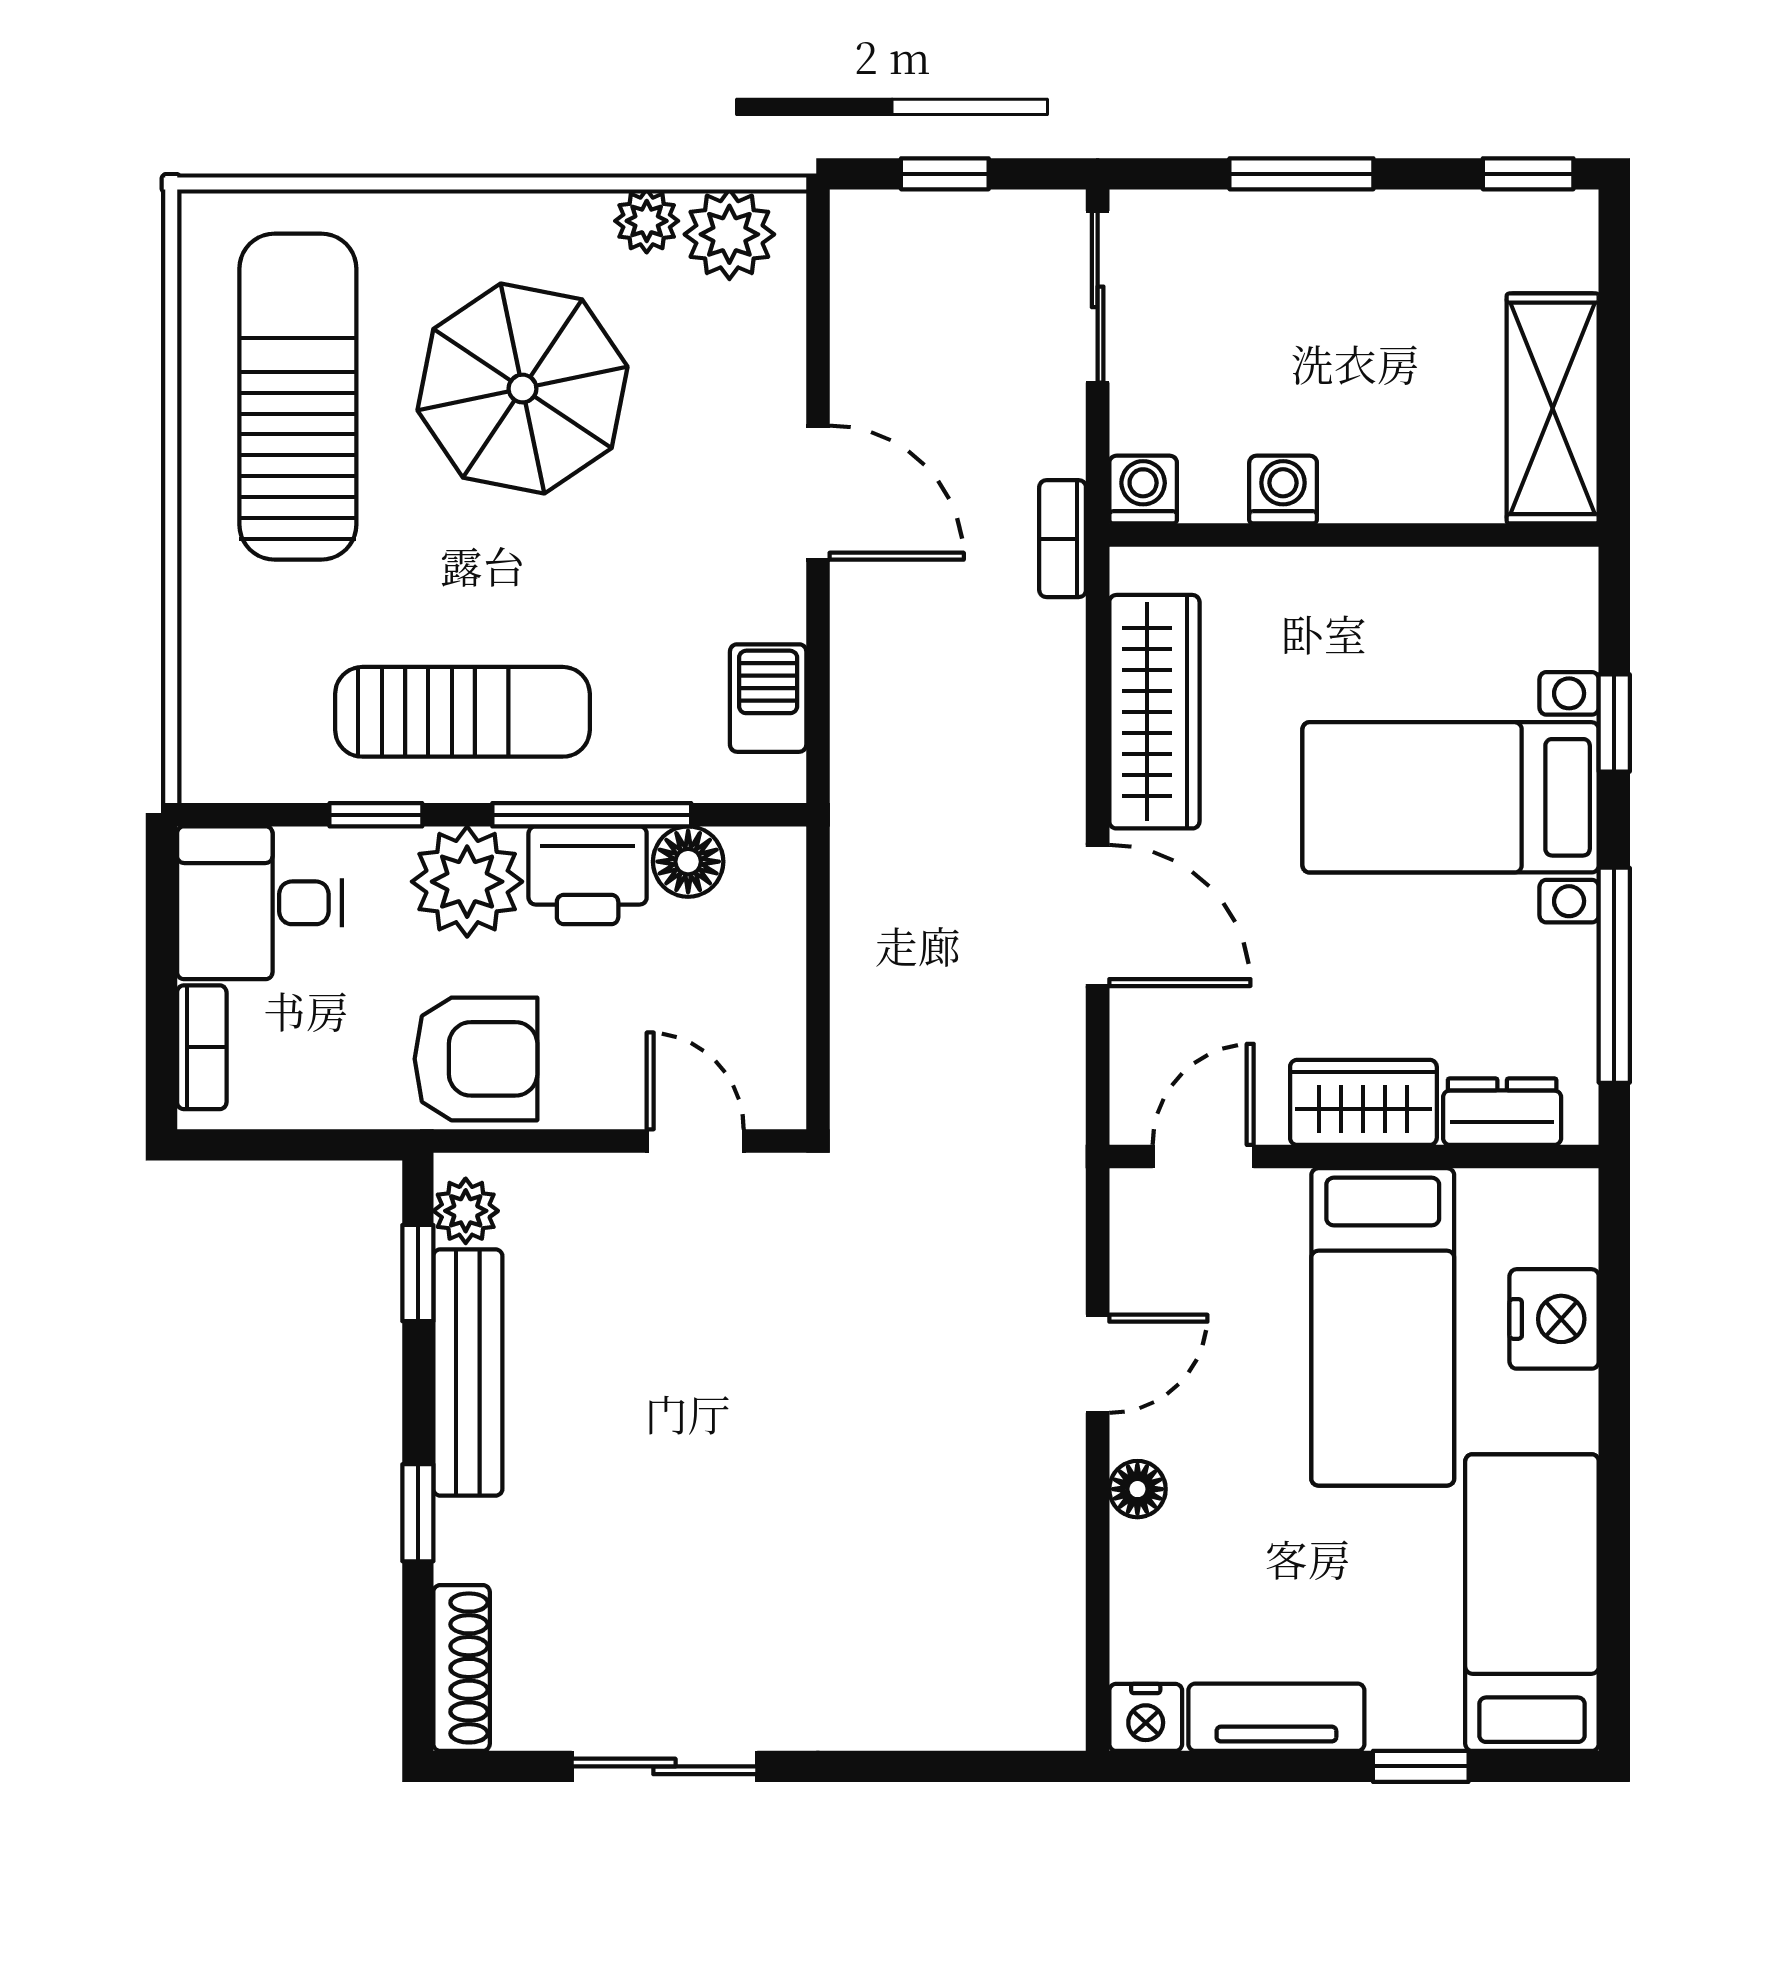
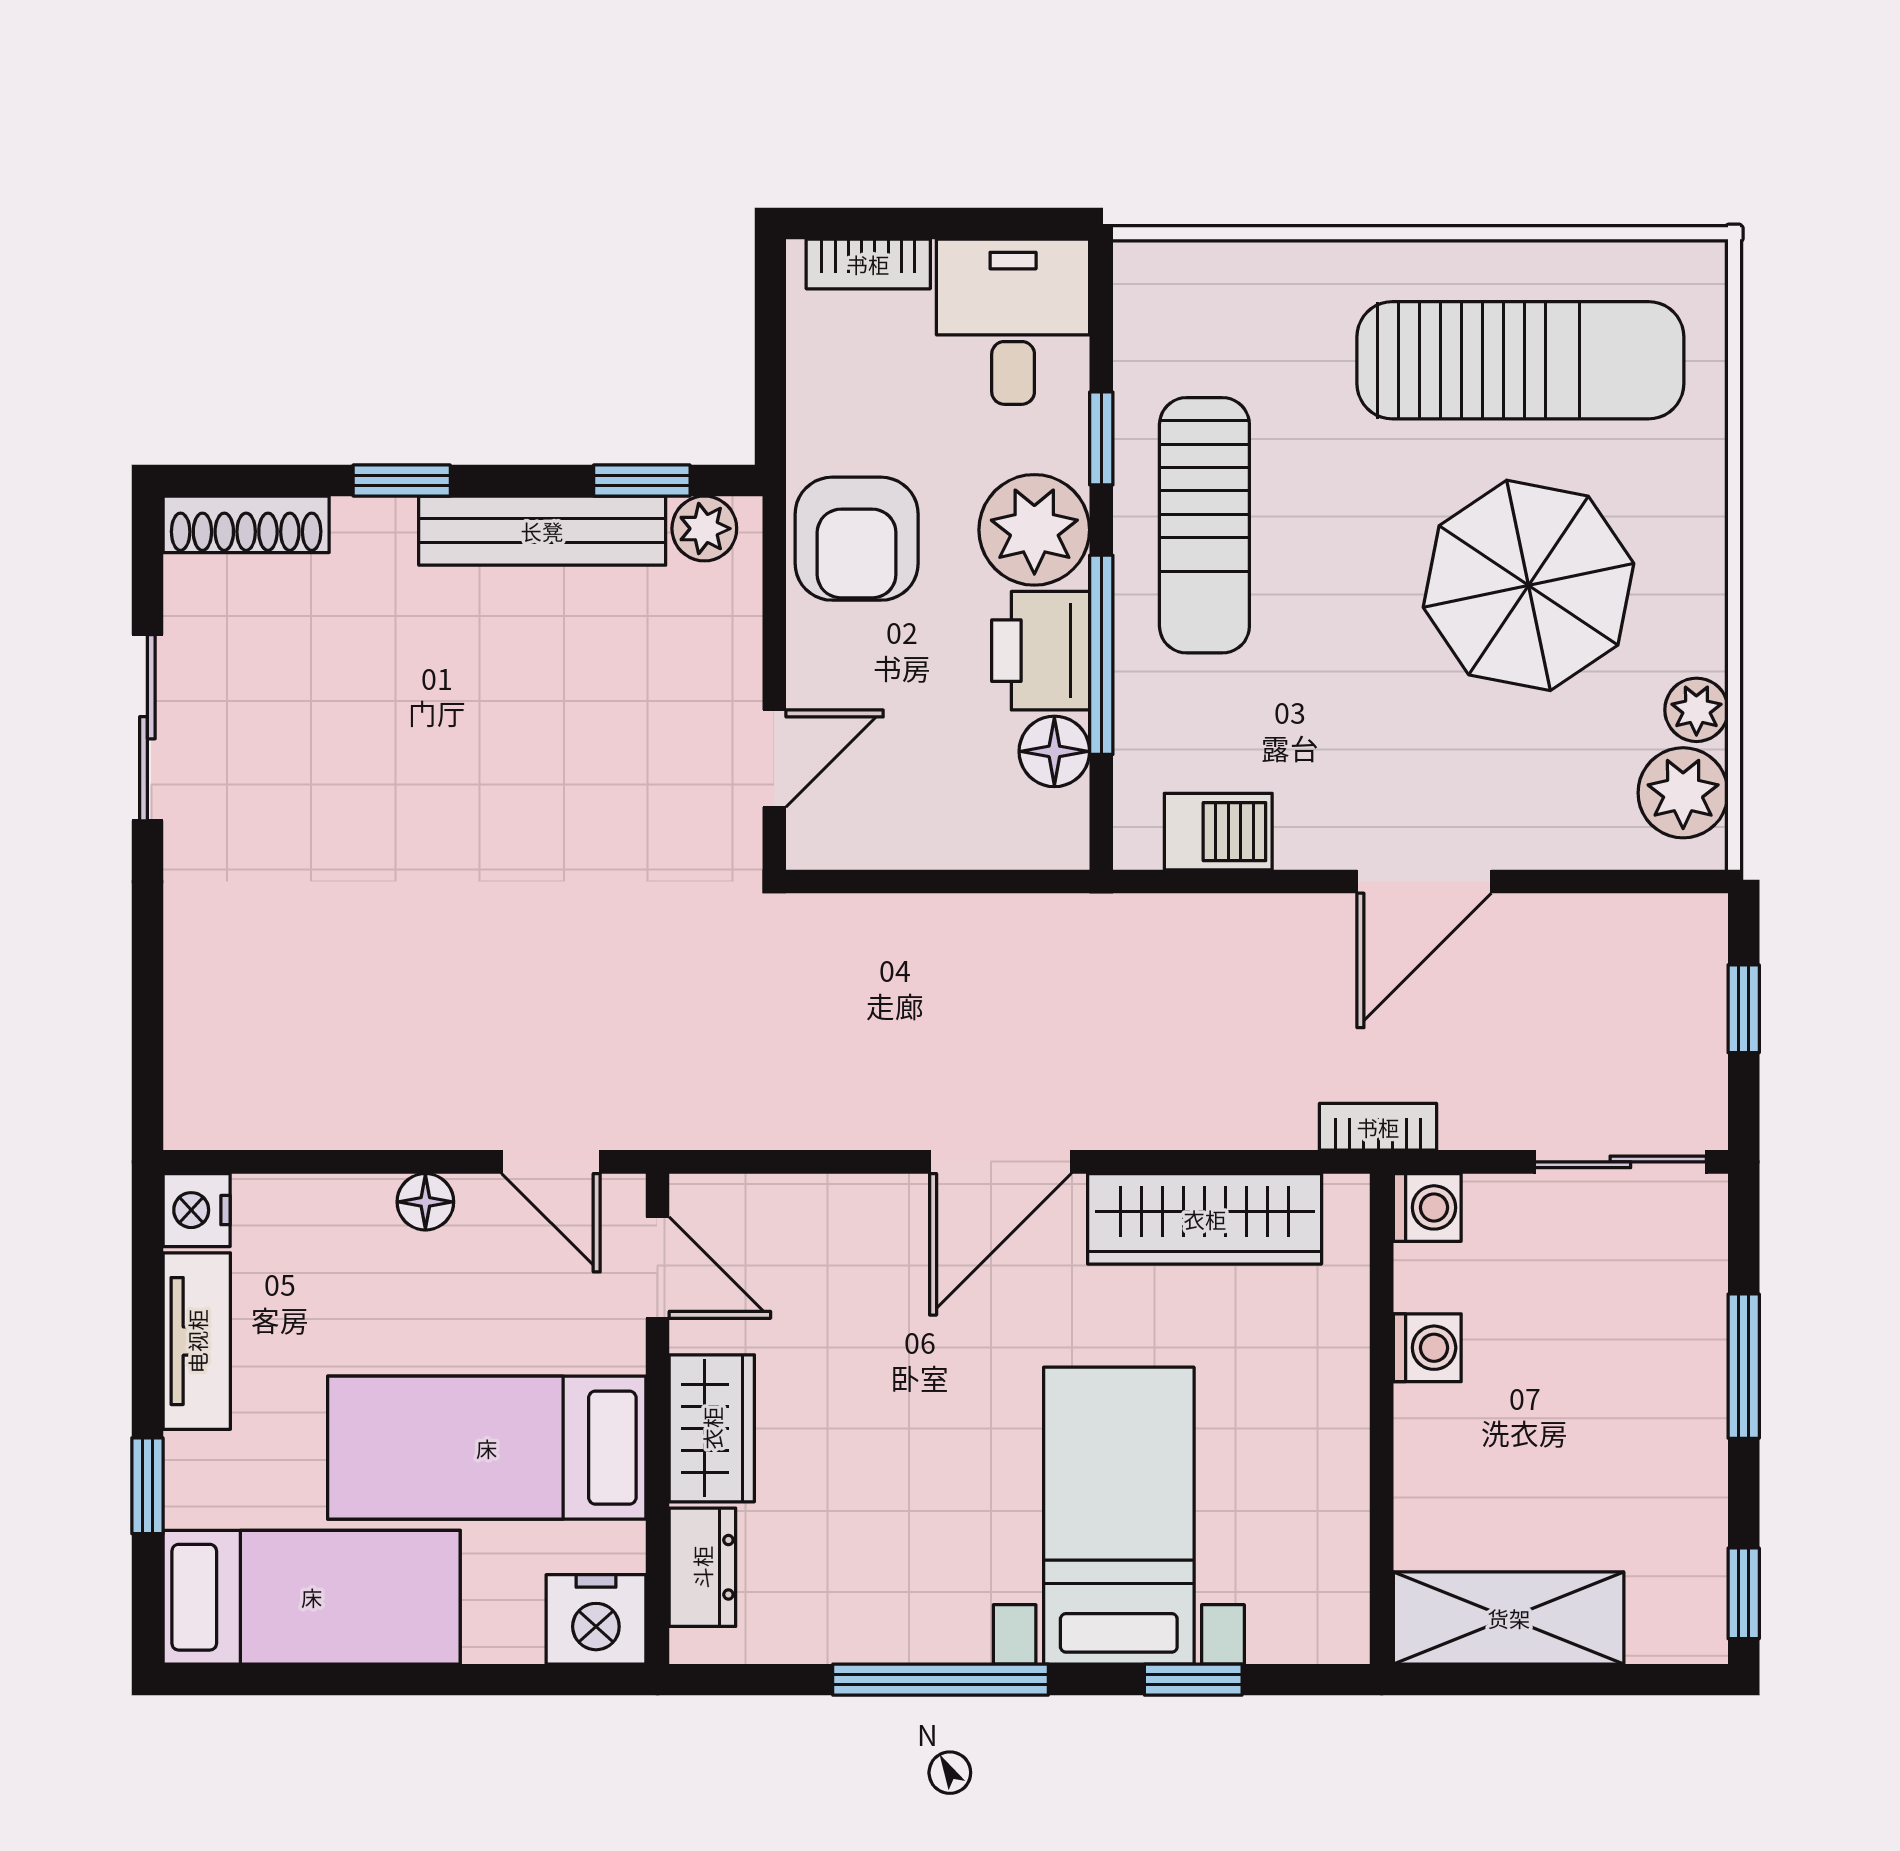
wardrobe: (1363, 1102) -> (712, 1428), moved
dresser: (1502, 1112) -> (702, 1567), moved
door: (1203, 1157) -> (657, 1268), moved
wall: (1354, 1157) -> (657, 1419), moved
bed: (1383, 1327) -> (487, 1448), moved

